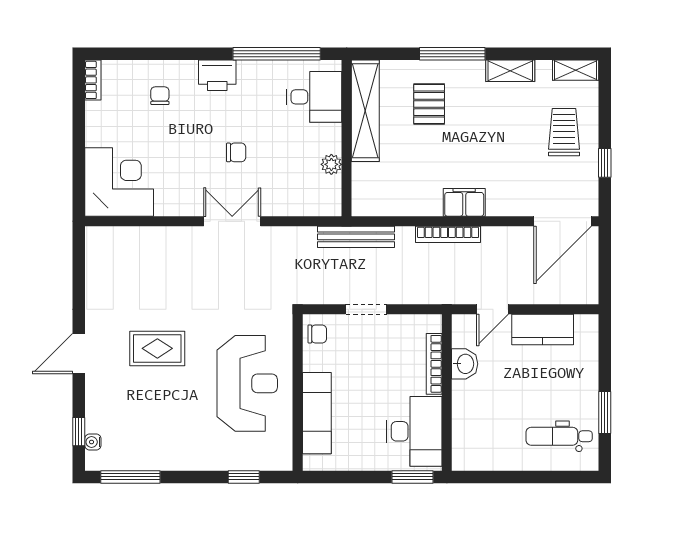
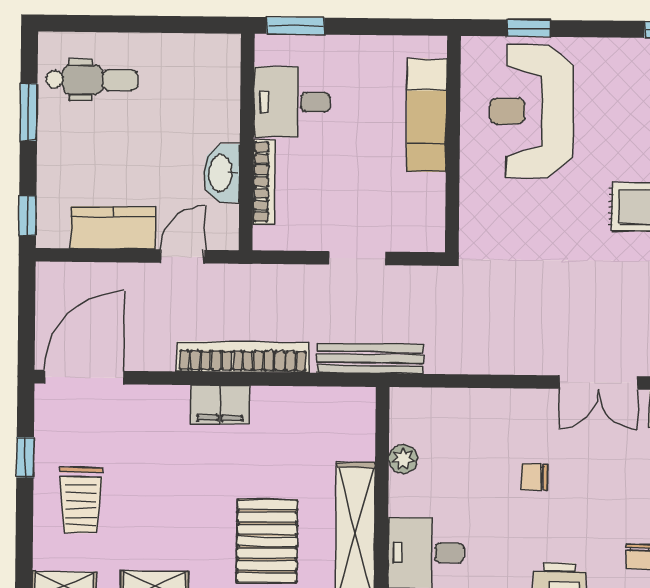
pallet: (429, 104) -> (267, 541), width x1.50, depth x1.42
double door: (232, 221) -> (599, 382), moved
bookcase: (448, 234) -> (243, 357), width x1.48, depth x1.31
chair: (317, 334) -> (425, 225), removed
window: (605, 338) -> (28, 216), added
washbasin: (465, 364) -> (222, 173), width x1.38
reception desk: (247, 383) -> (531, 111), moved
desk: (414, 431) -> (292, 102), width x0.73

